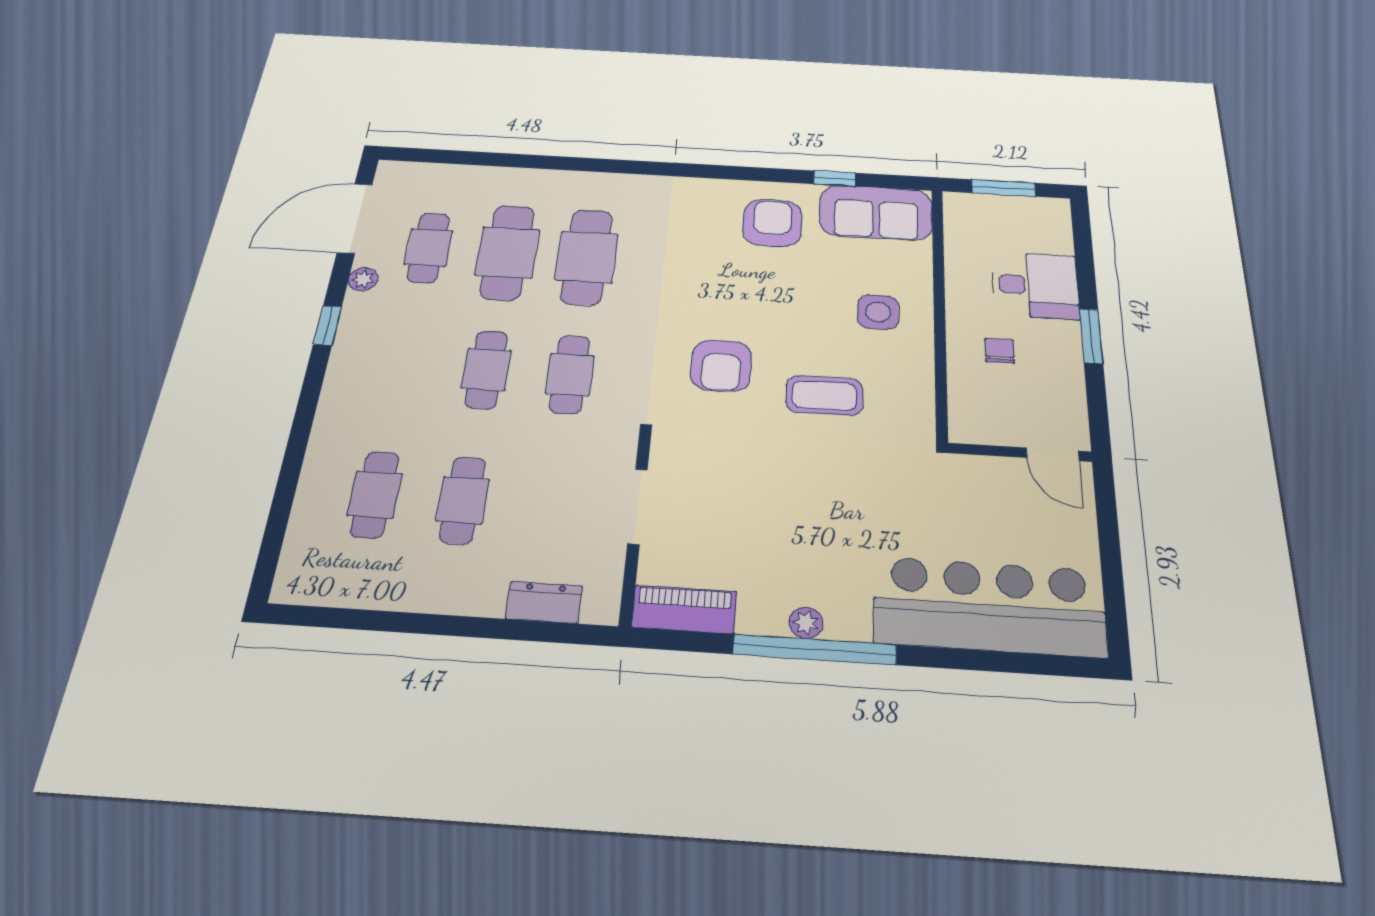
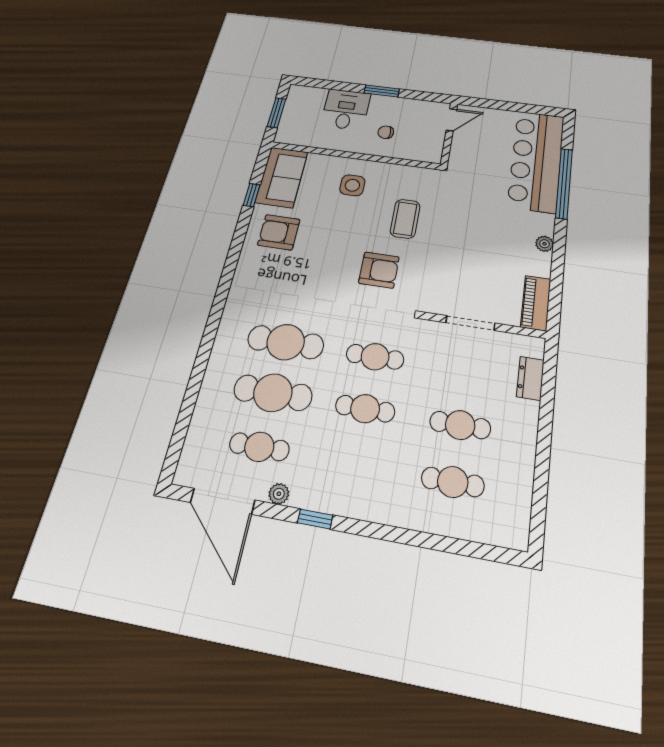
window: (815, 649) -> (564, 183), moved

